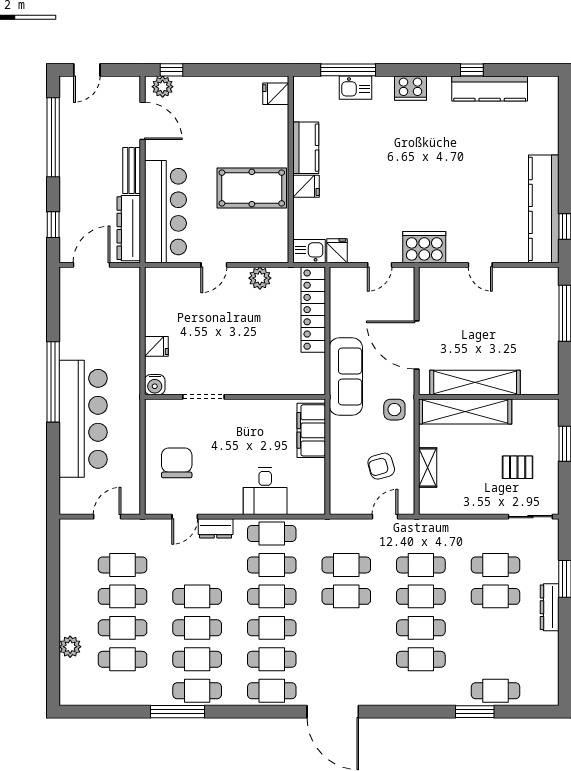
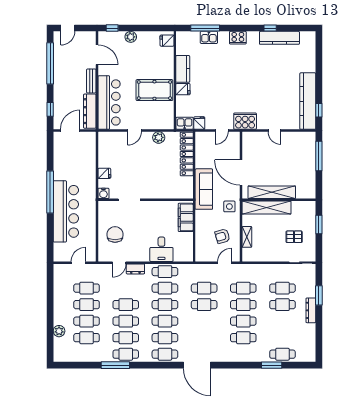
plant: (163, 87) -> (131, 37), moved

